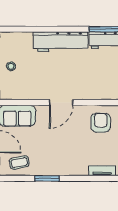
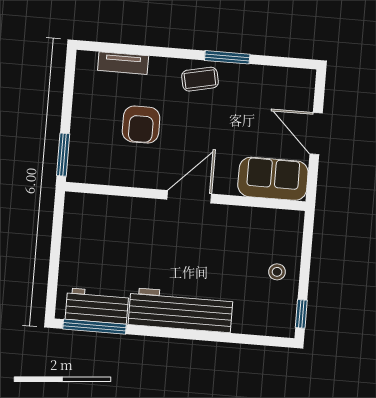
armchair: (101, 123) -> (141, 125), moved
coffee table: (19, 163) -> (200, 79), moved

